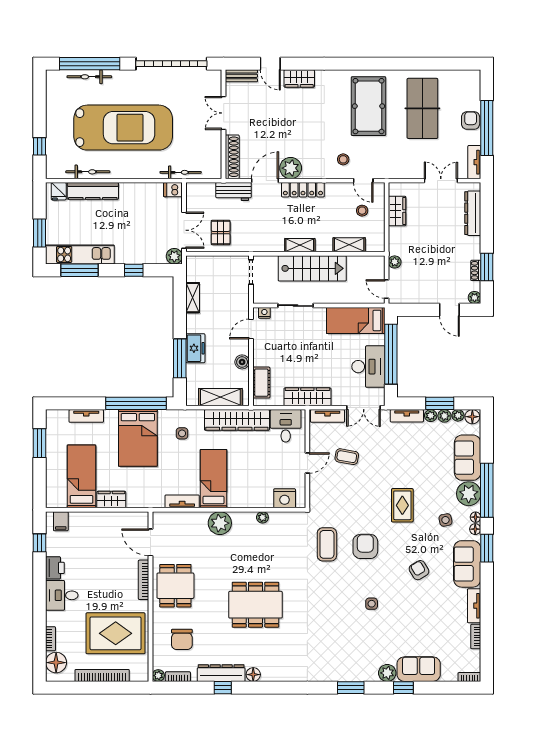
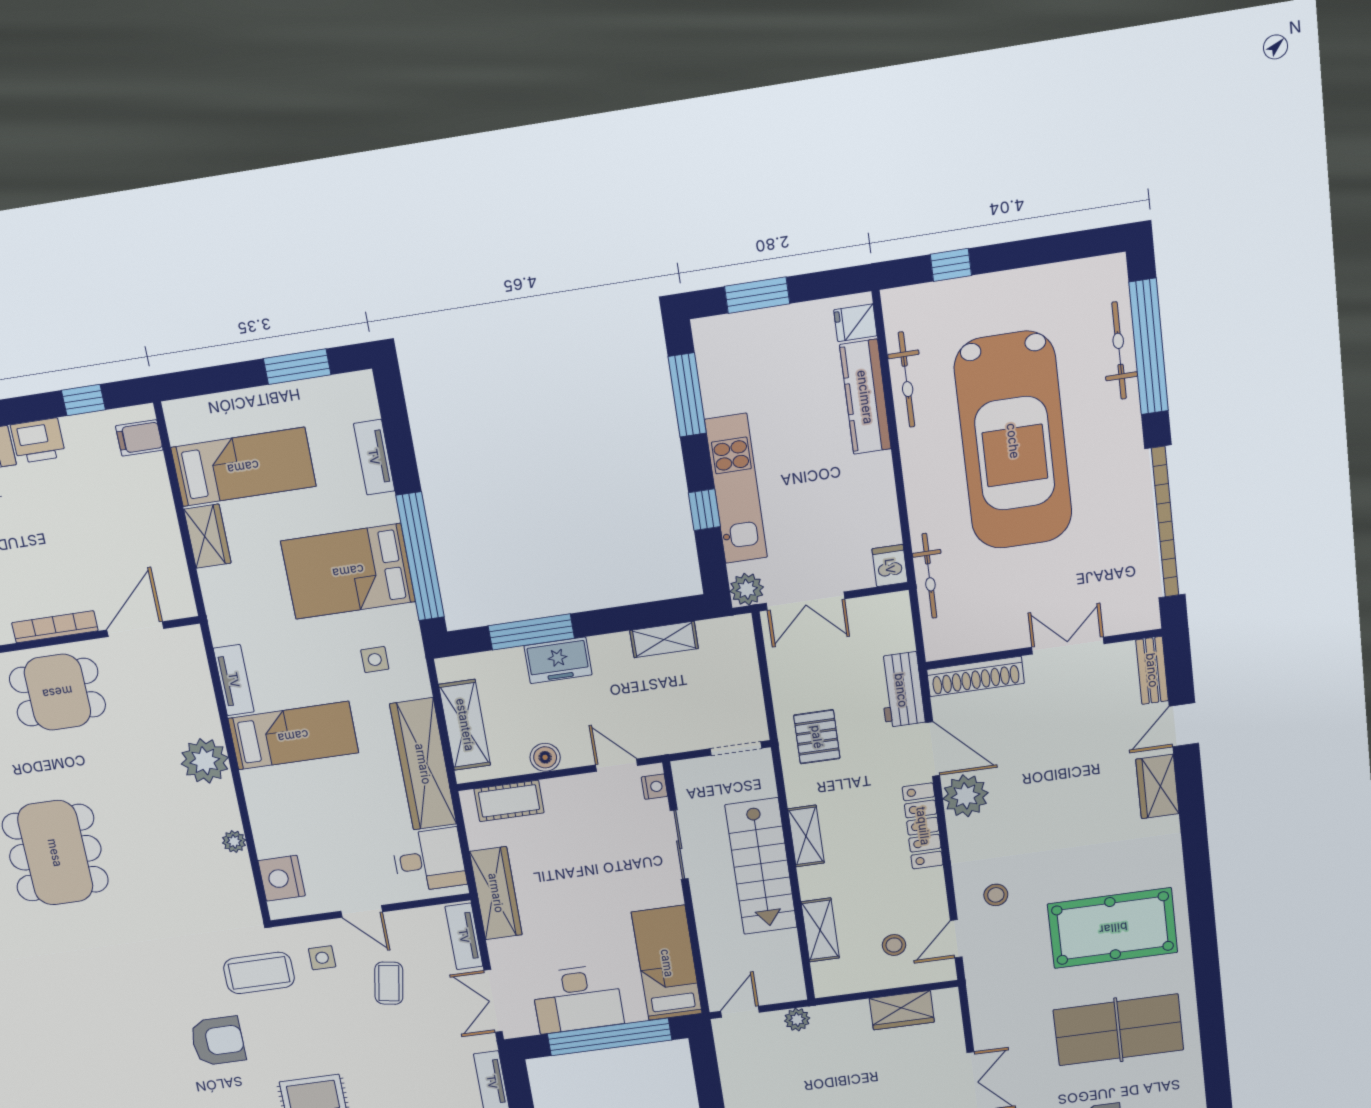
pallet: (221, 233) -> (817, 737), moved, turned 90
kitchen unit: (80, 254) -> (736, 489), moved
coffee table: (327, 544) -> (259, 973), moved
side table: (372, 604) -> (322, 958), moved

